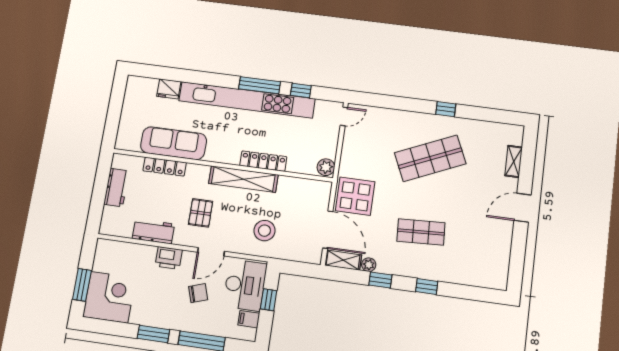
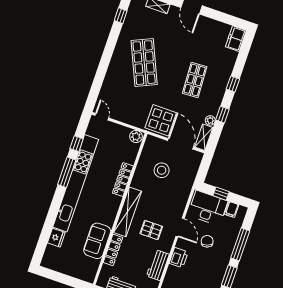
window: (446, 109) -> (121, 16), moved
sofa: (174, 143) -> (97, 241), width x0.73
shelving: (243, 179) -> (128, 212), moved
door: (328, 230) -> (181, 144), hinge flipped
stool: (264, 231) -> (162, 170), moved
freezer: (492, 278) -> (236, 39), added

